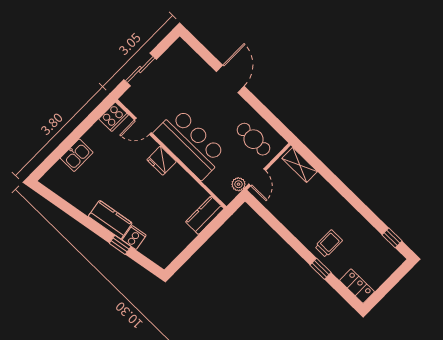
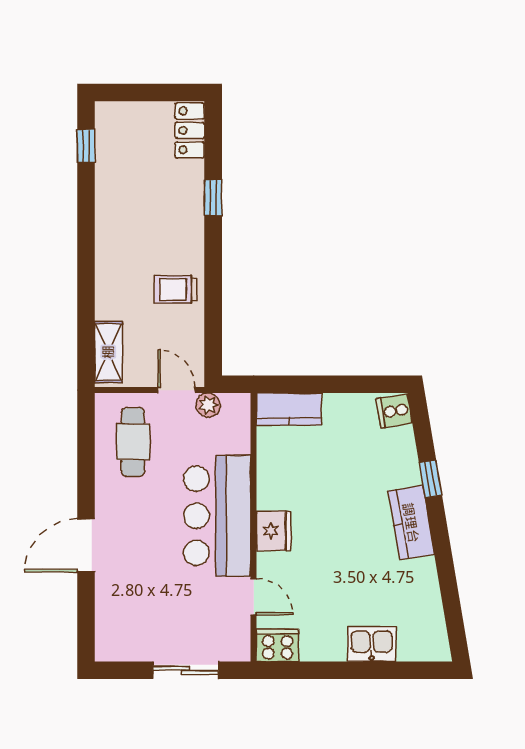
door: (257, 177) -> (176, 390), hinge flipped
cooker: (134, 238) -> (394, 411), moved
trolley: (329, 243) -> (176, 289), moved

